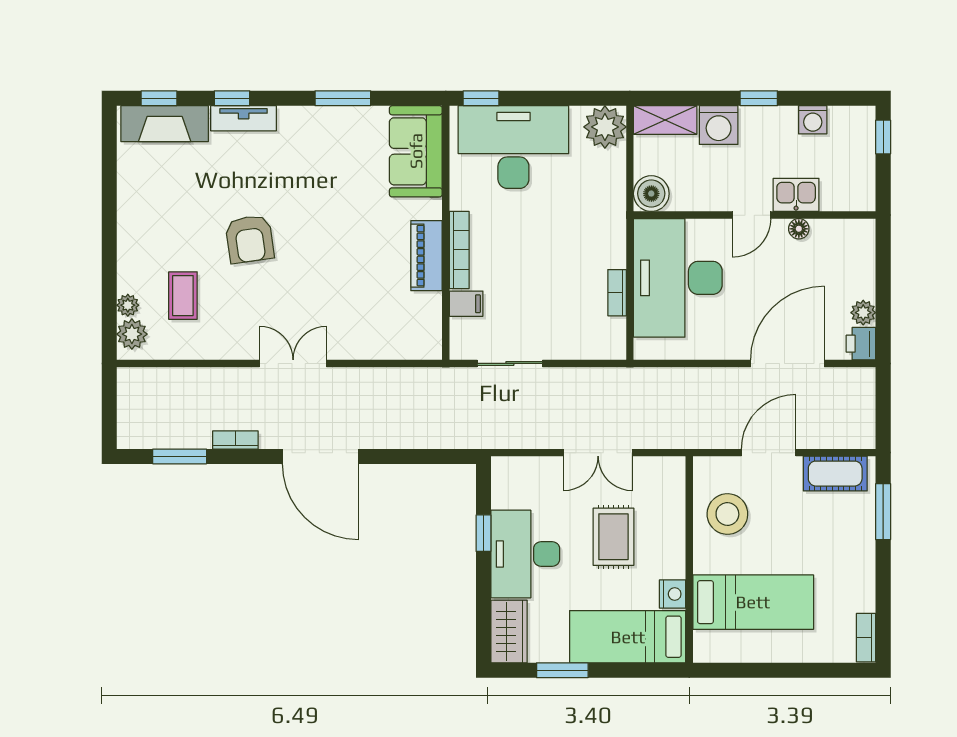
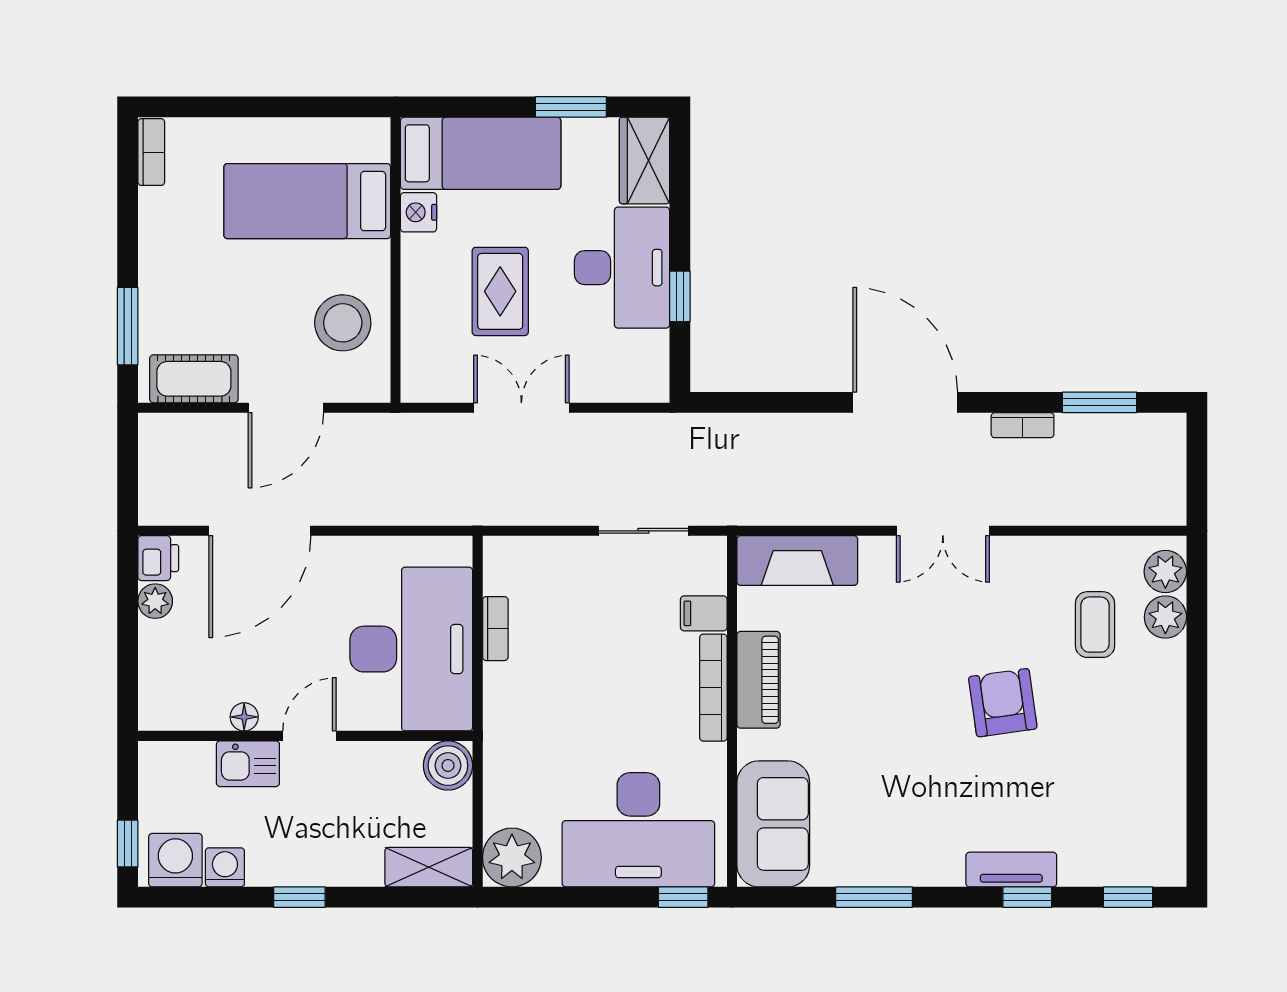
fireplace: (165, 124) -> (797, 561), moved, turned 180
washing machine: (719, 125) -> (175, 860), moved
plant: (128, 305) -> (1165, 617), width x1.38, depth x1.38

